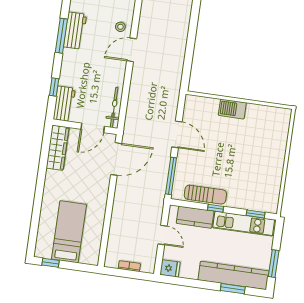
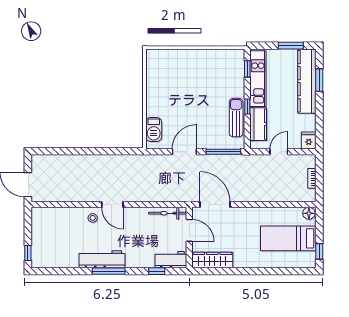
workbench: (75, 31) -> (102, 259), width x1.37
barbecue: (232, 109) -> (154, 129), moved
floor lamp: (93, 258) -> (309, 213), added

